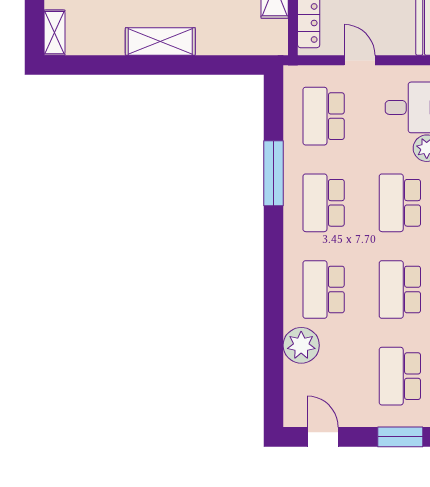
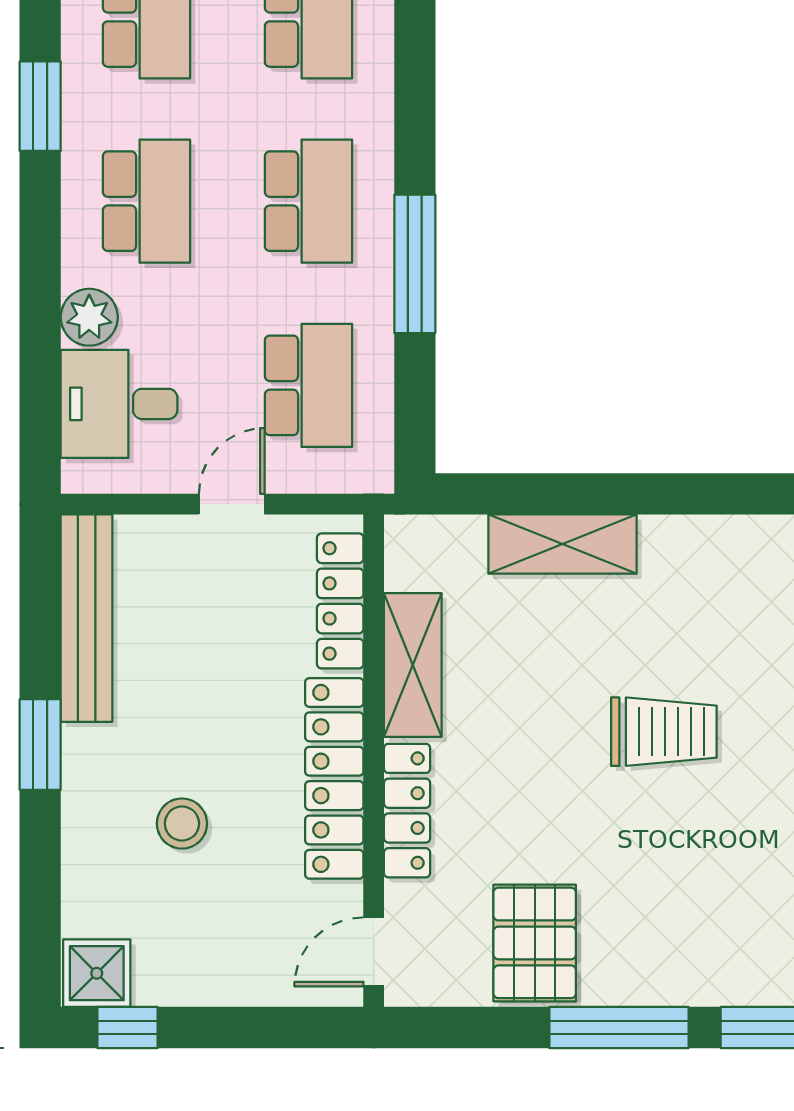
shelving: (160, 41) -> (562, 544), moved
door: (360, 60) -> (232, 504), swing flipped

